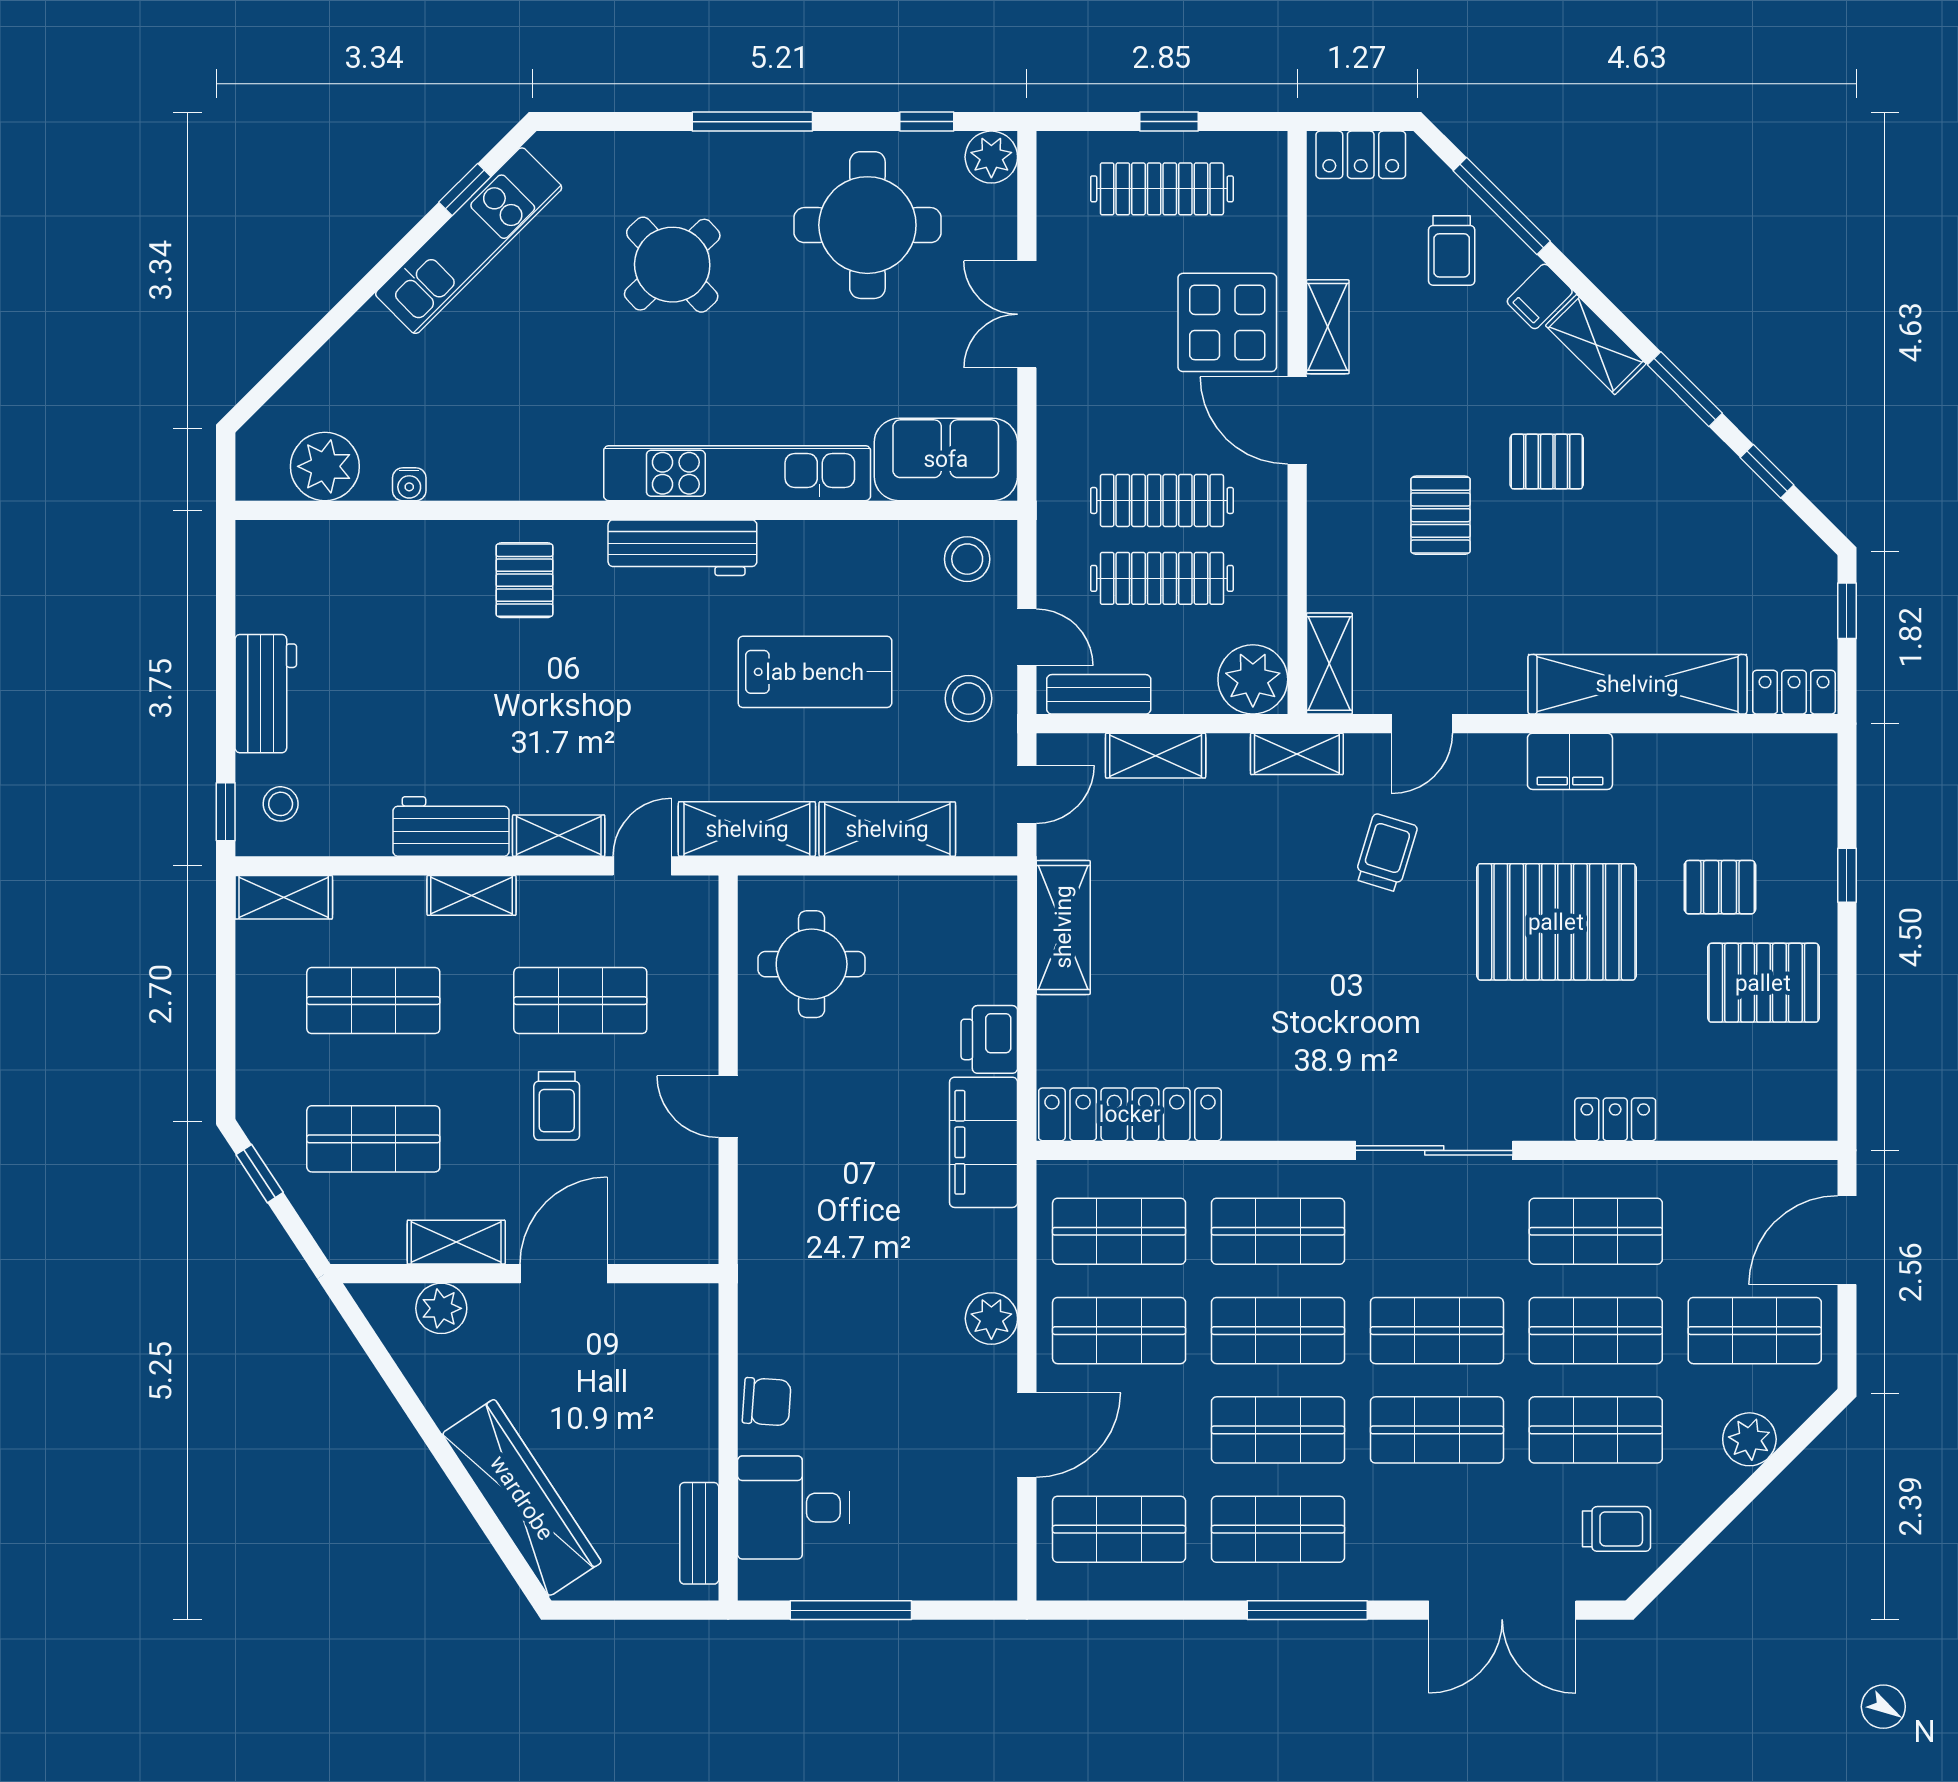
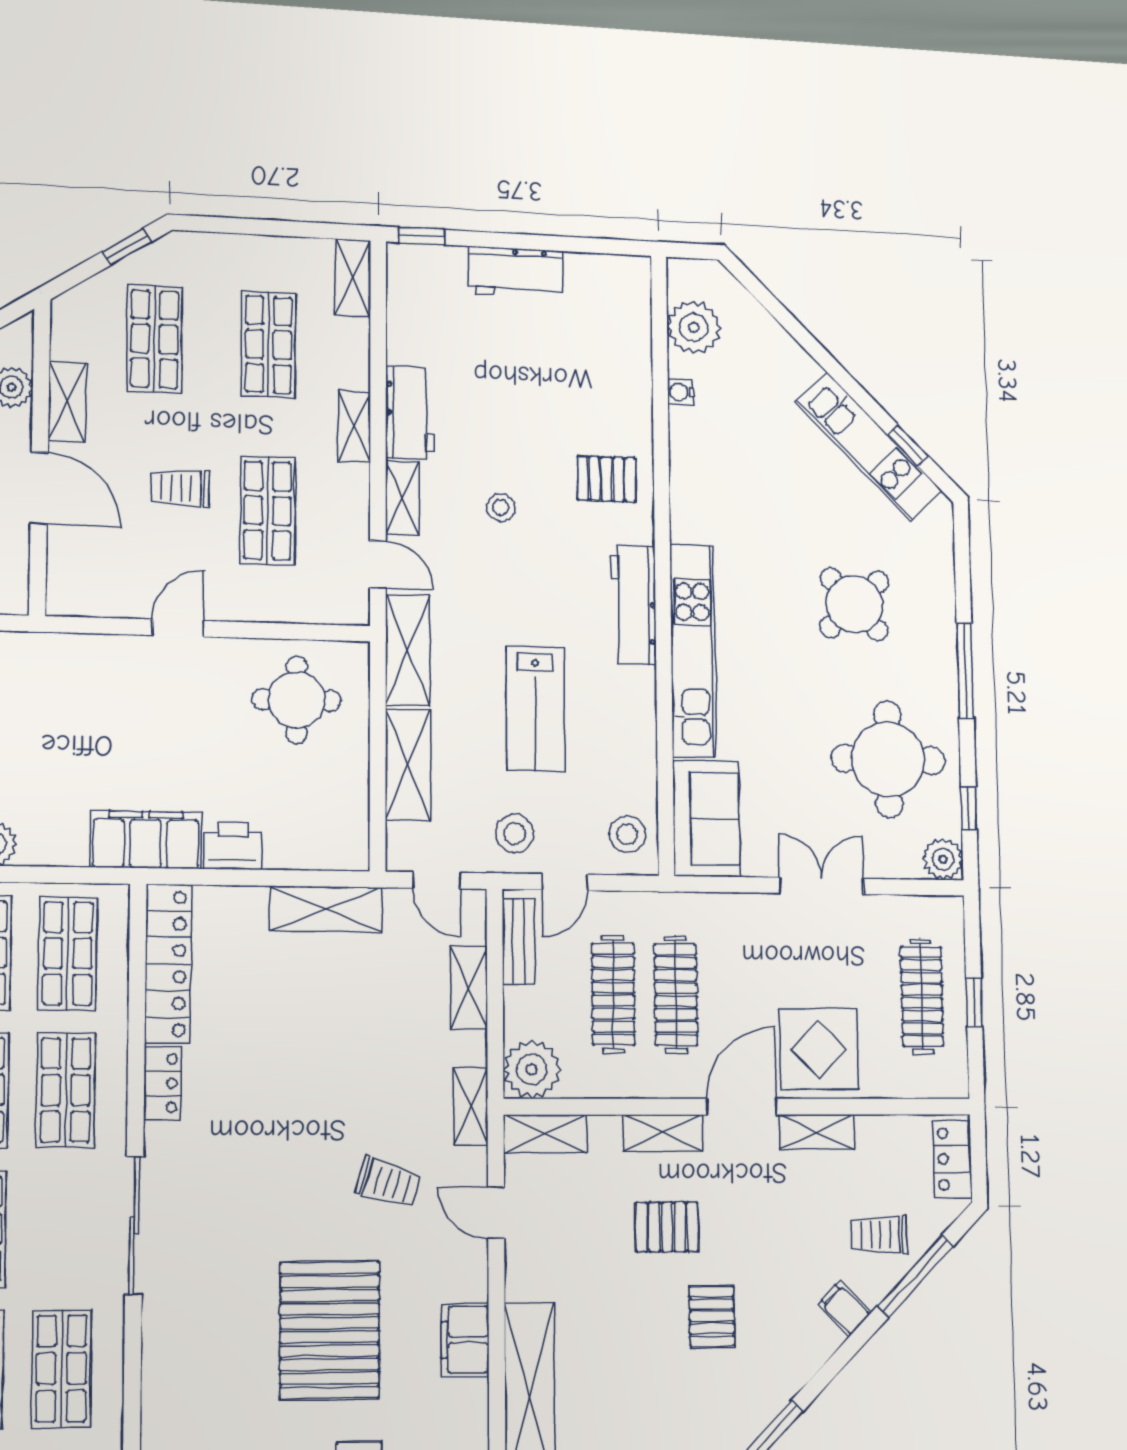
shelving: (1596, 345) -> (663, 1133), moved, turned 45
stool: (281, 804) -> (501, 508), moved
locker: (1615, 1119) -> (163, 1083), moved

